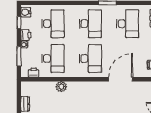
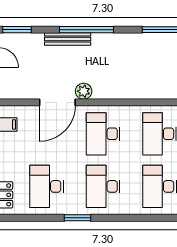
plant: (61, 87) -> (84, 91), moved

